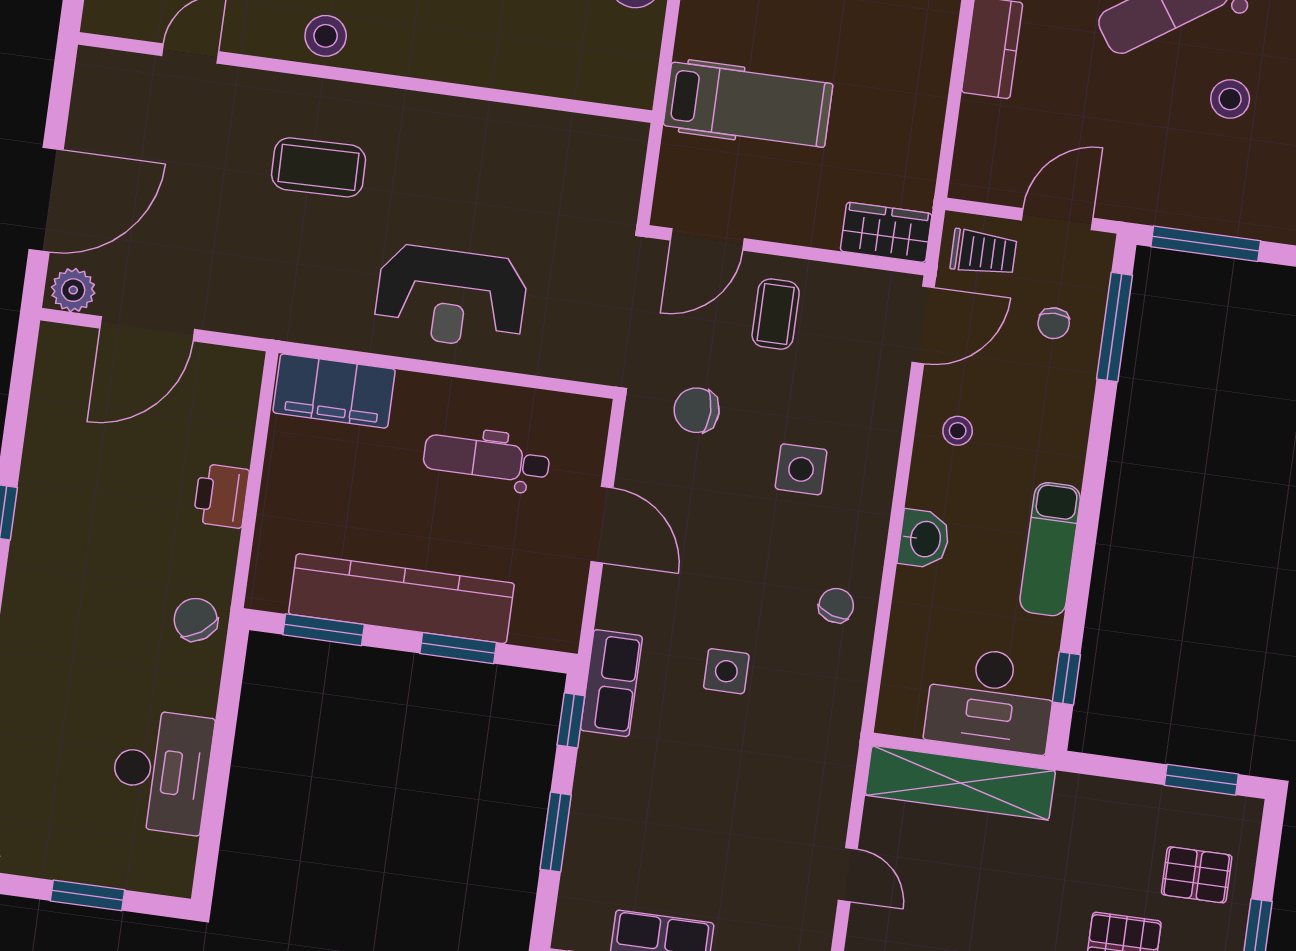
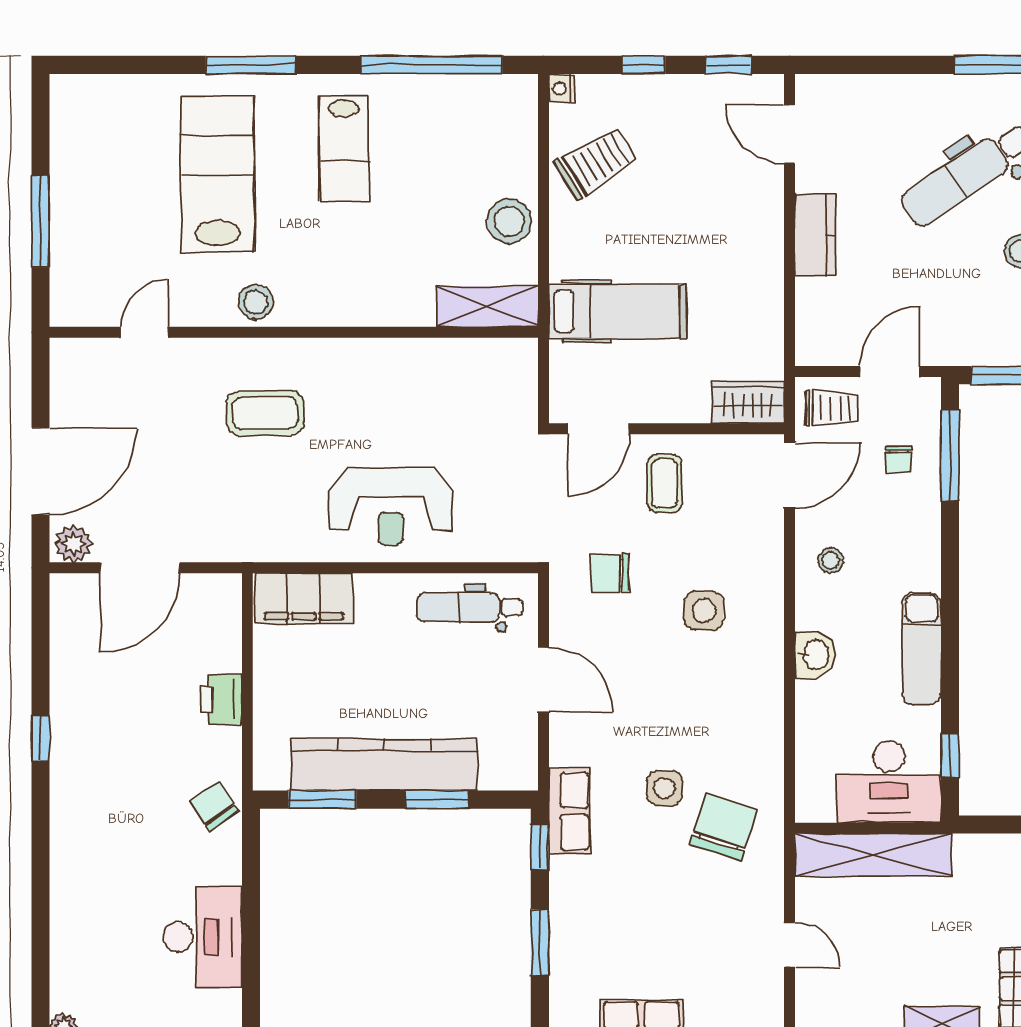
shelving: (596, 78) -> (487, 307), added
dental chair: (486, 459) -> (470, 607), moved
chair: (836, 605) -> (724, 827), moved, width x1.87, depth x1.87

